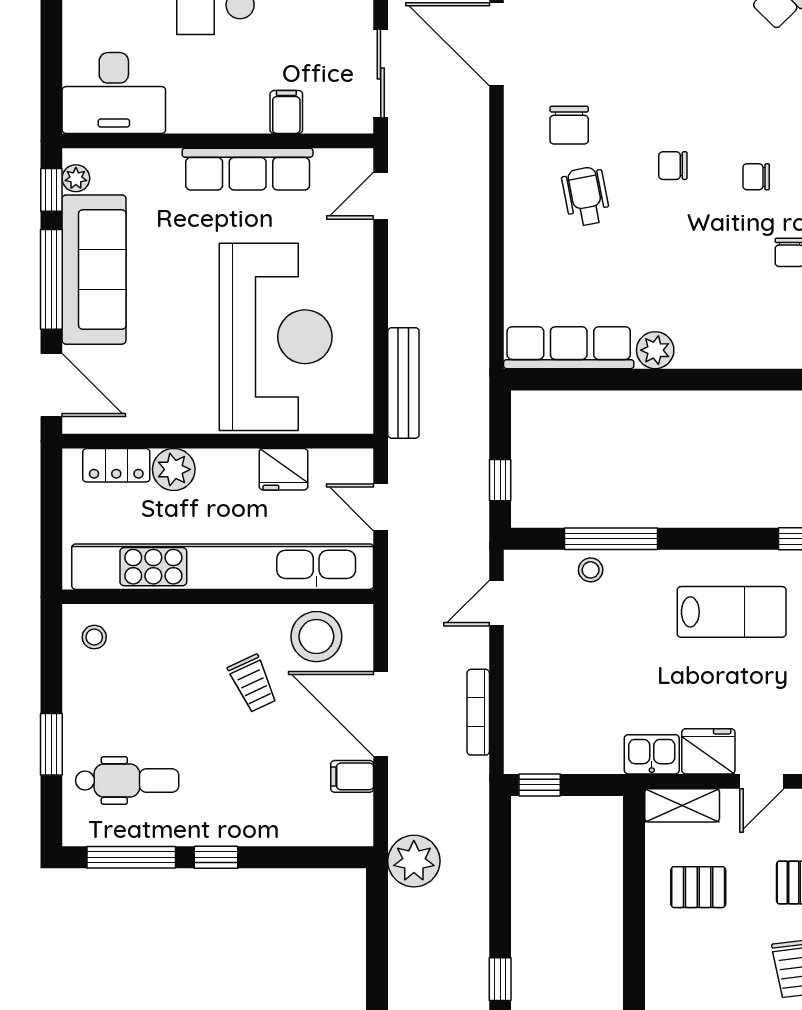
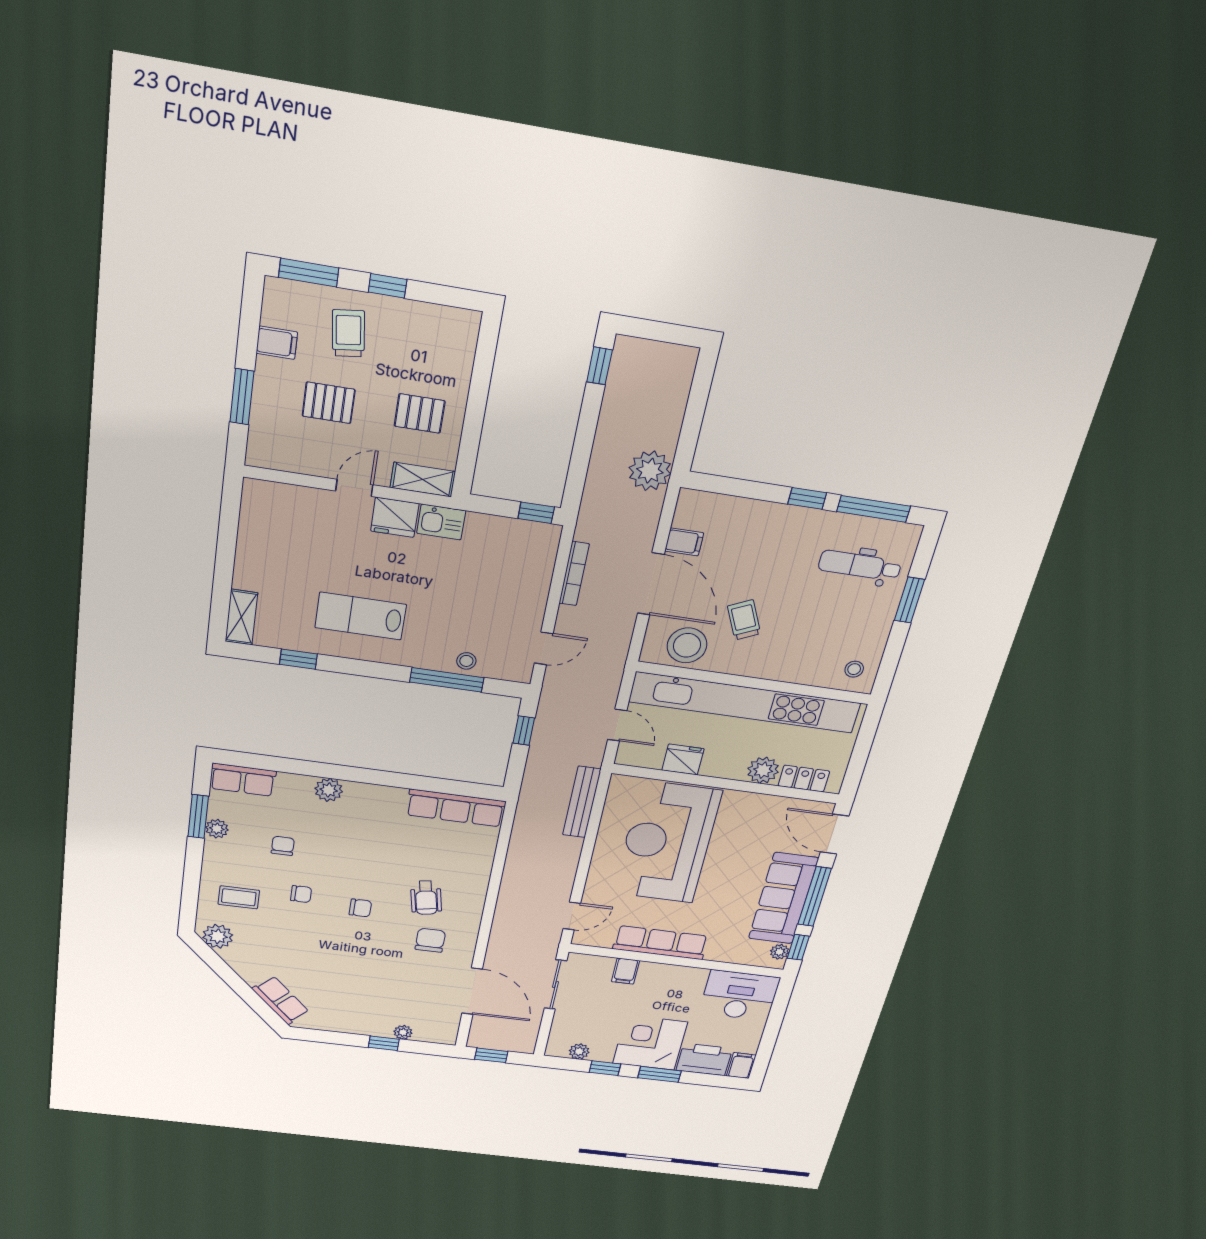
plant: (655, 350) -> (329, 790), moved

